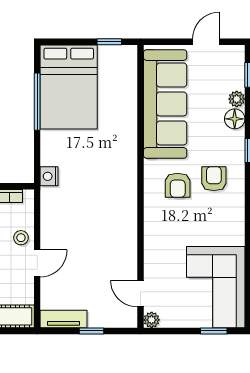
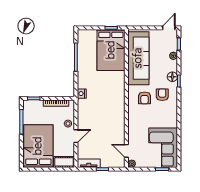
door: (206, 42) -> (169, 28), moved
bed: (69, 87) -> (111, 50), moved
floor lamp: (235, 119) -> (172, 77), moved

